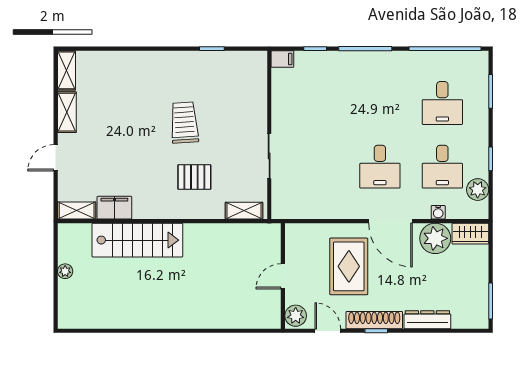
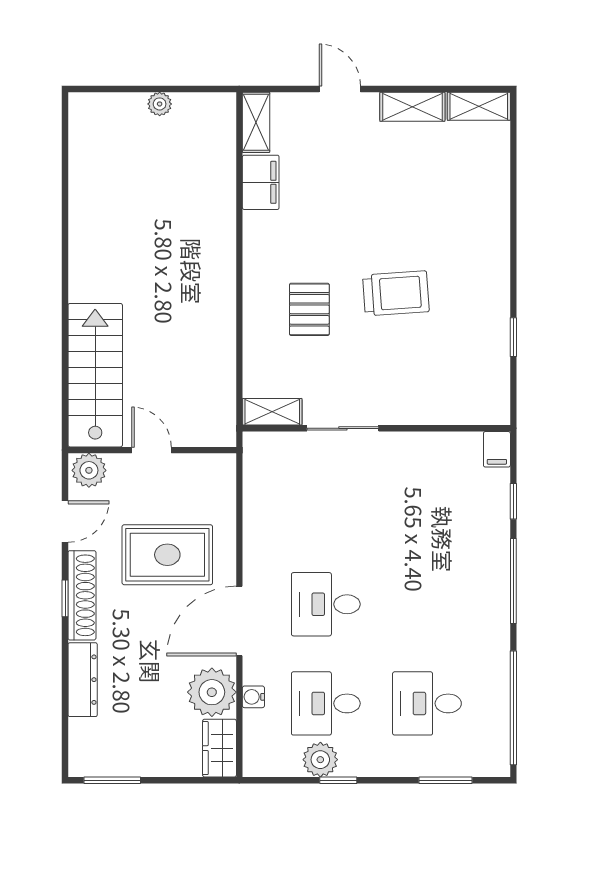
plant: (478, 190) -> (320, 760), moved
shelving: (244, 211) -> (272, 412), moved, turned 90
stairs: (137, 240) -> (95, 375), moved, turned 180

